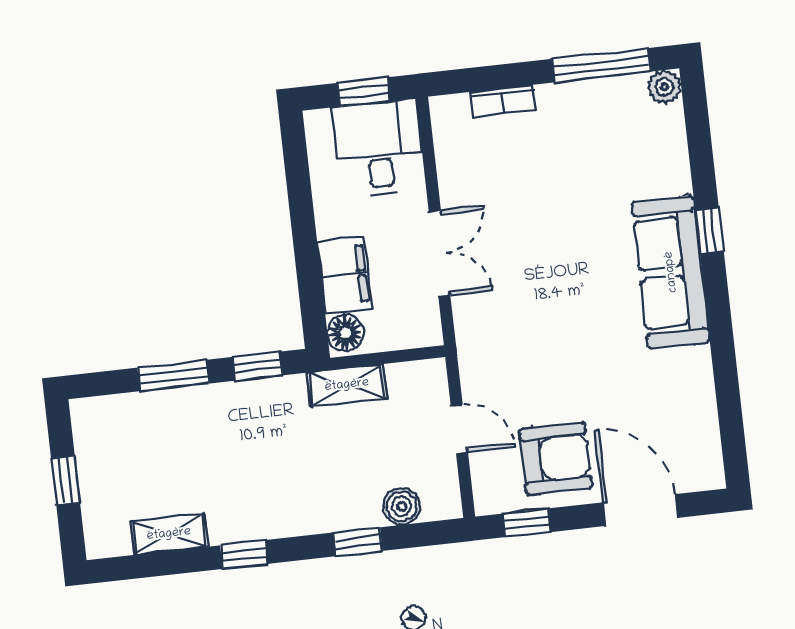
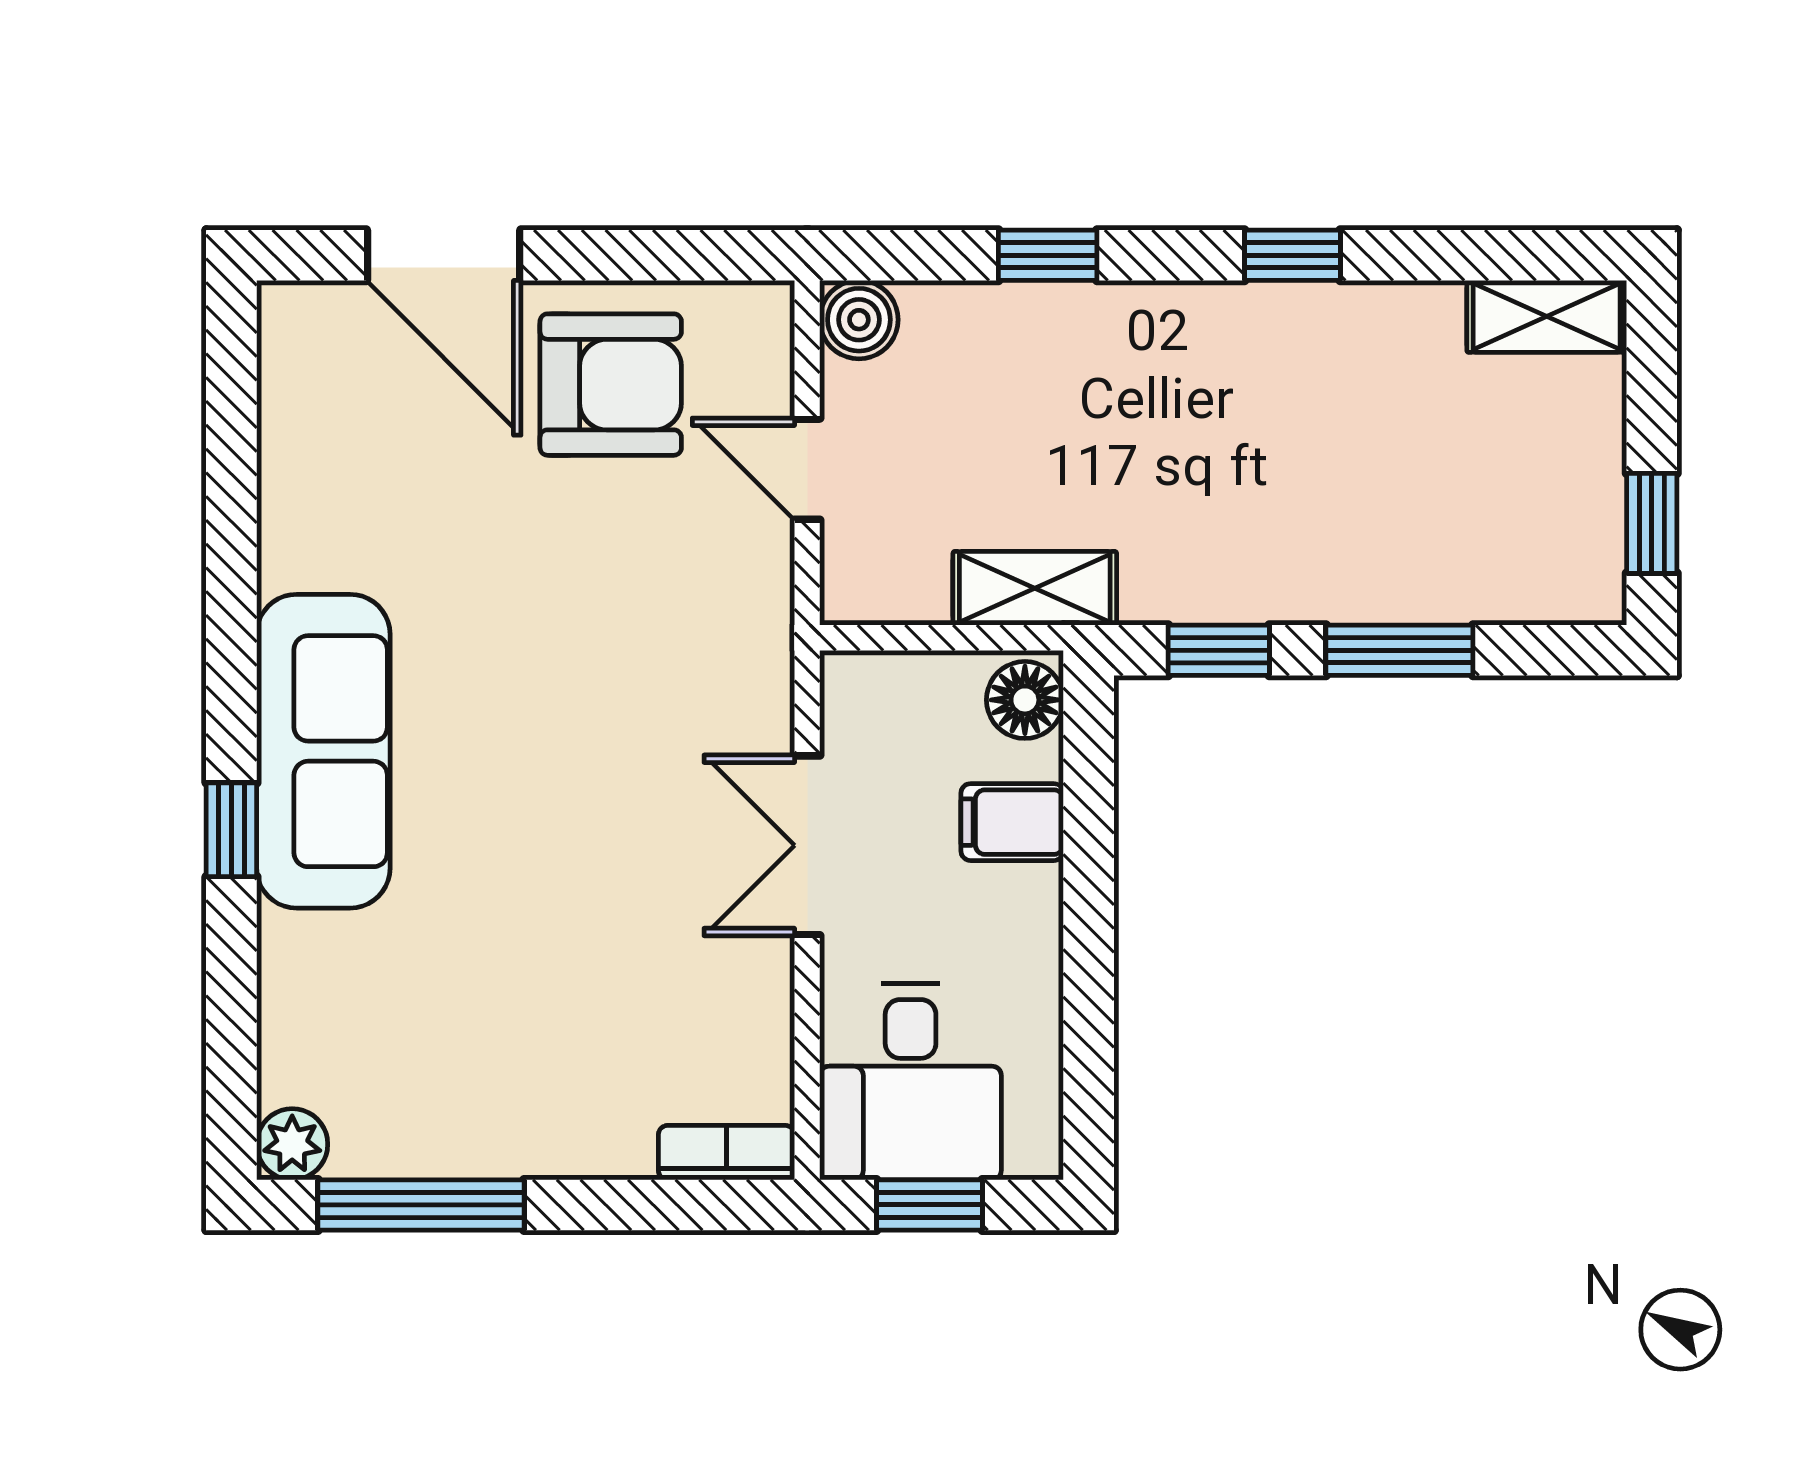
bookcase: (503, 101) -> (726, 1153), moved
filing cabinet: (345, 275) -> (1012, 822), width x0.50
armchair: (556, 458) -> (611, 385), turned 180
window: (65, 480) -> (1652, 523), moved
boiler: (402, 506) -> (859, 320), moved
window: (527, 523) -> (687, 255), removed
shelving: (169, 534) -> (1547, 316), moved

